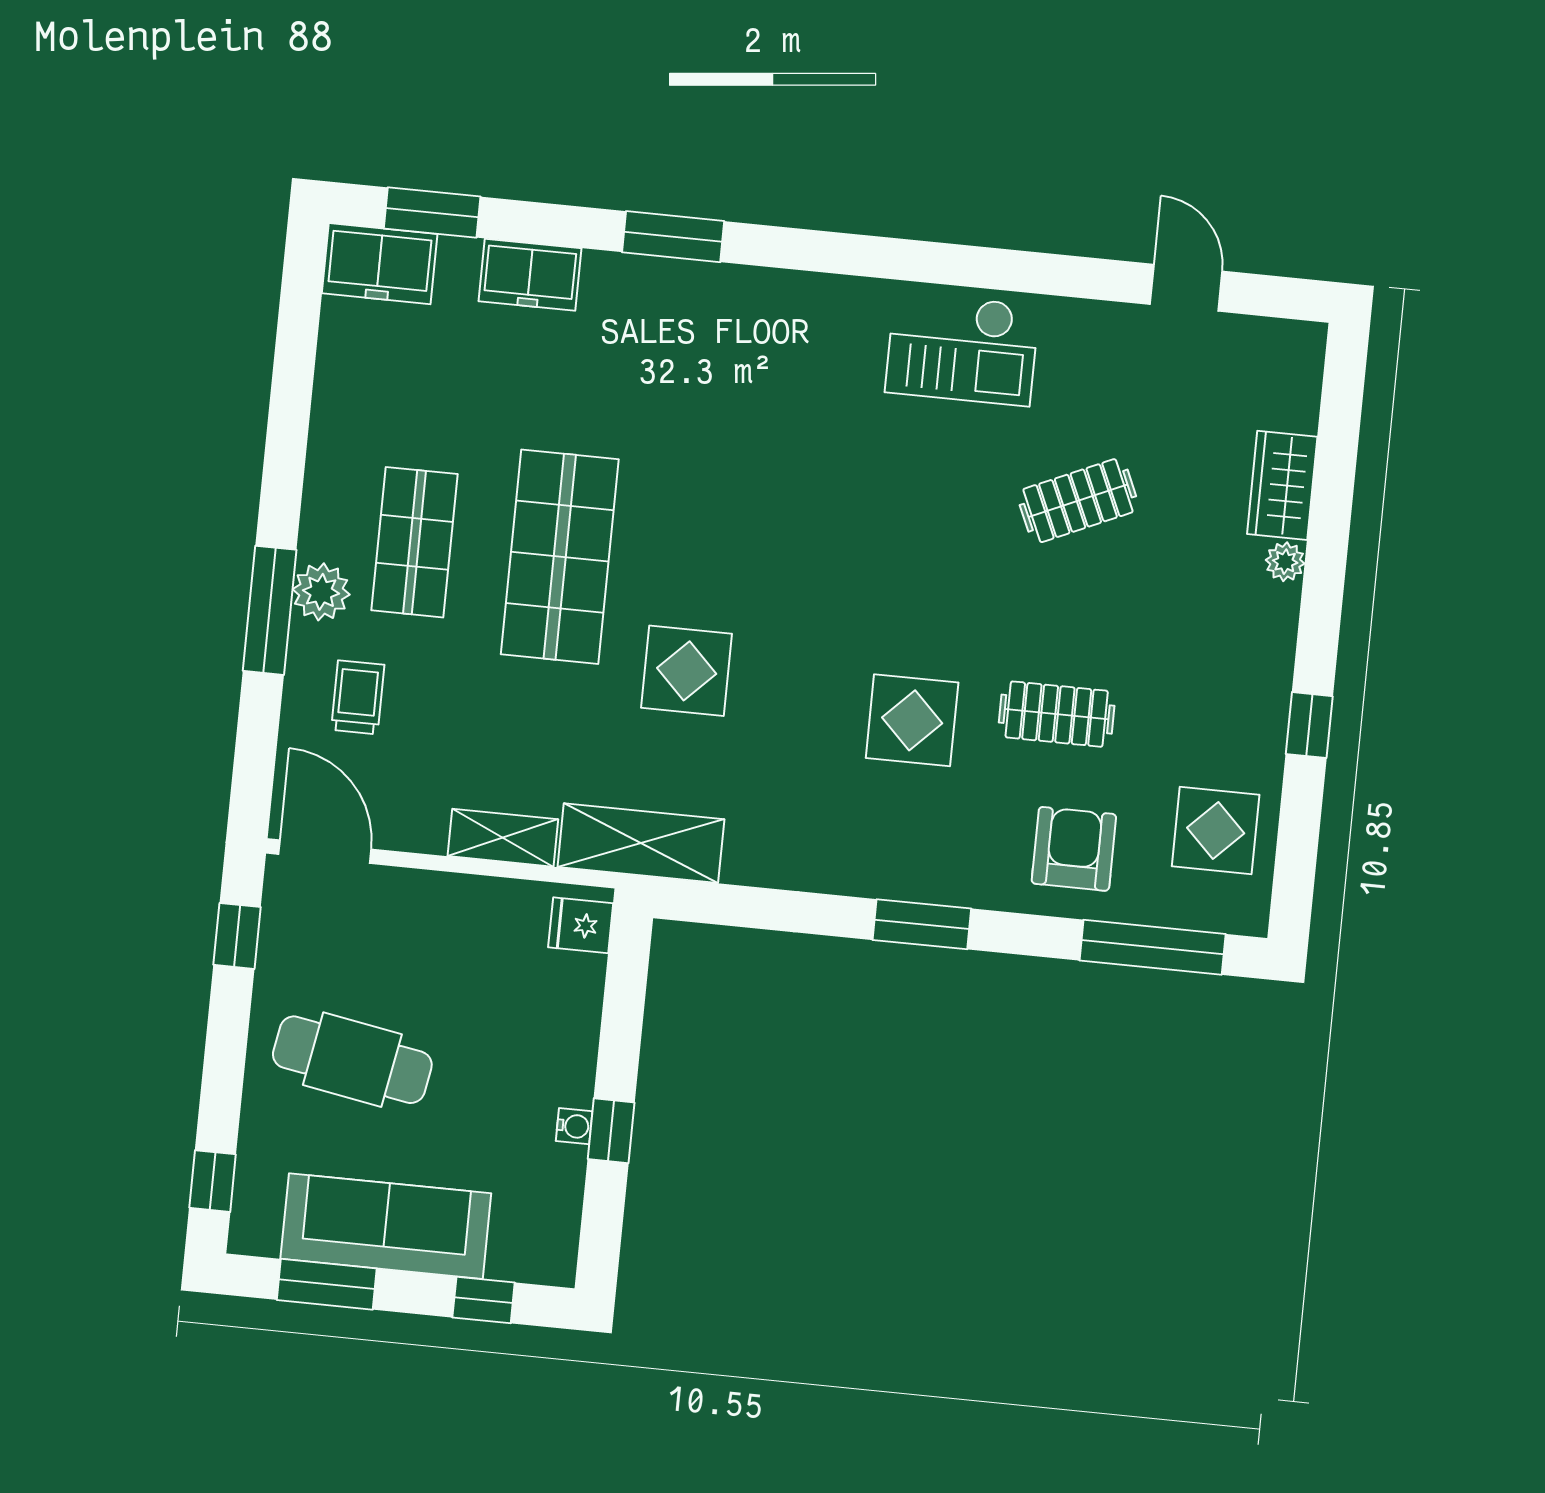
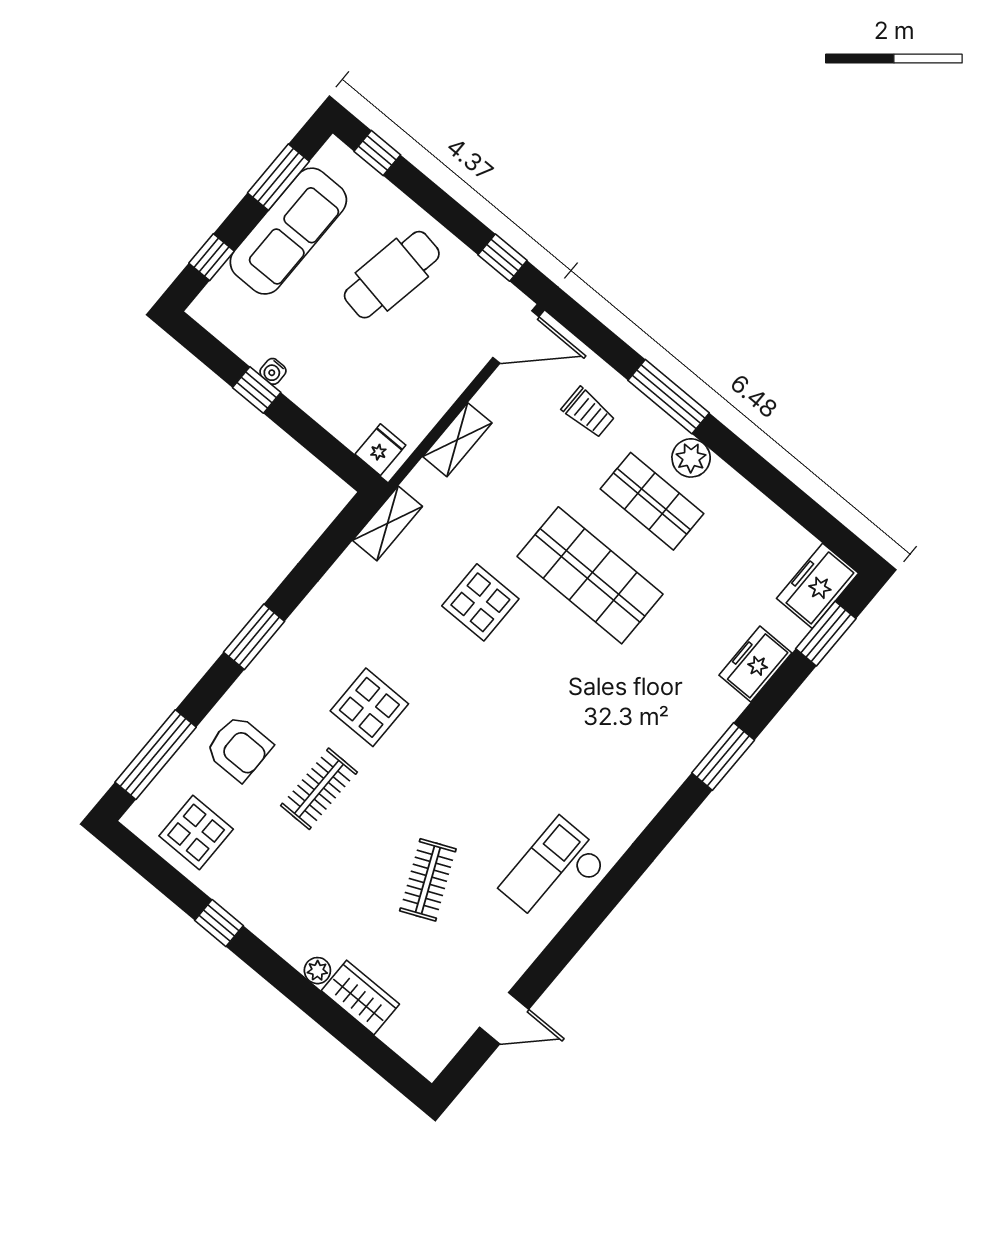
plant: (321, 592) -> (691, 458), moved
shelving: (641, 843) -> (388, 523), width x0.67, depth x0.75

